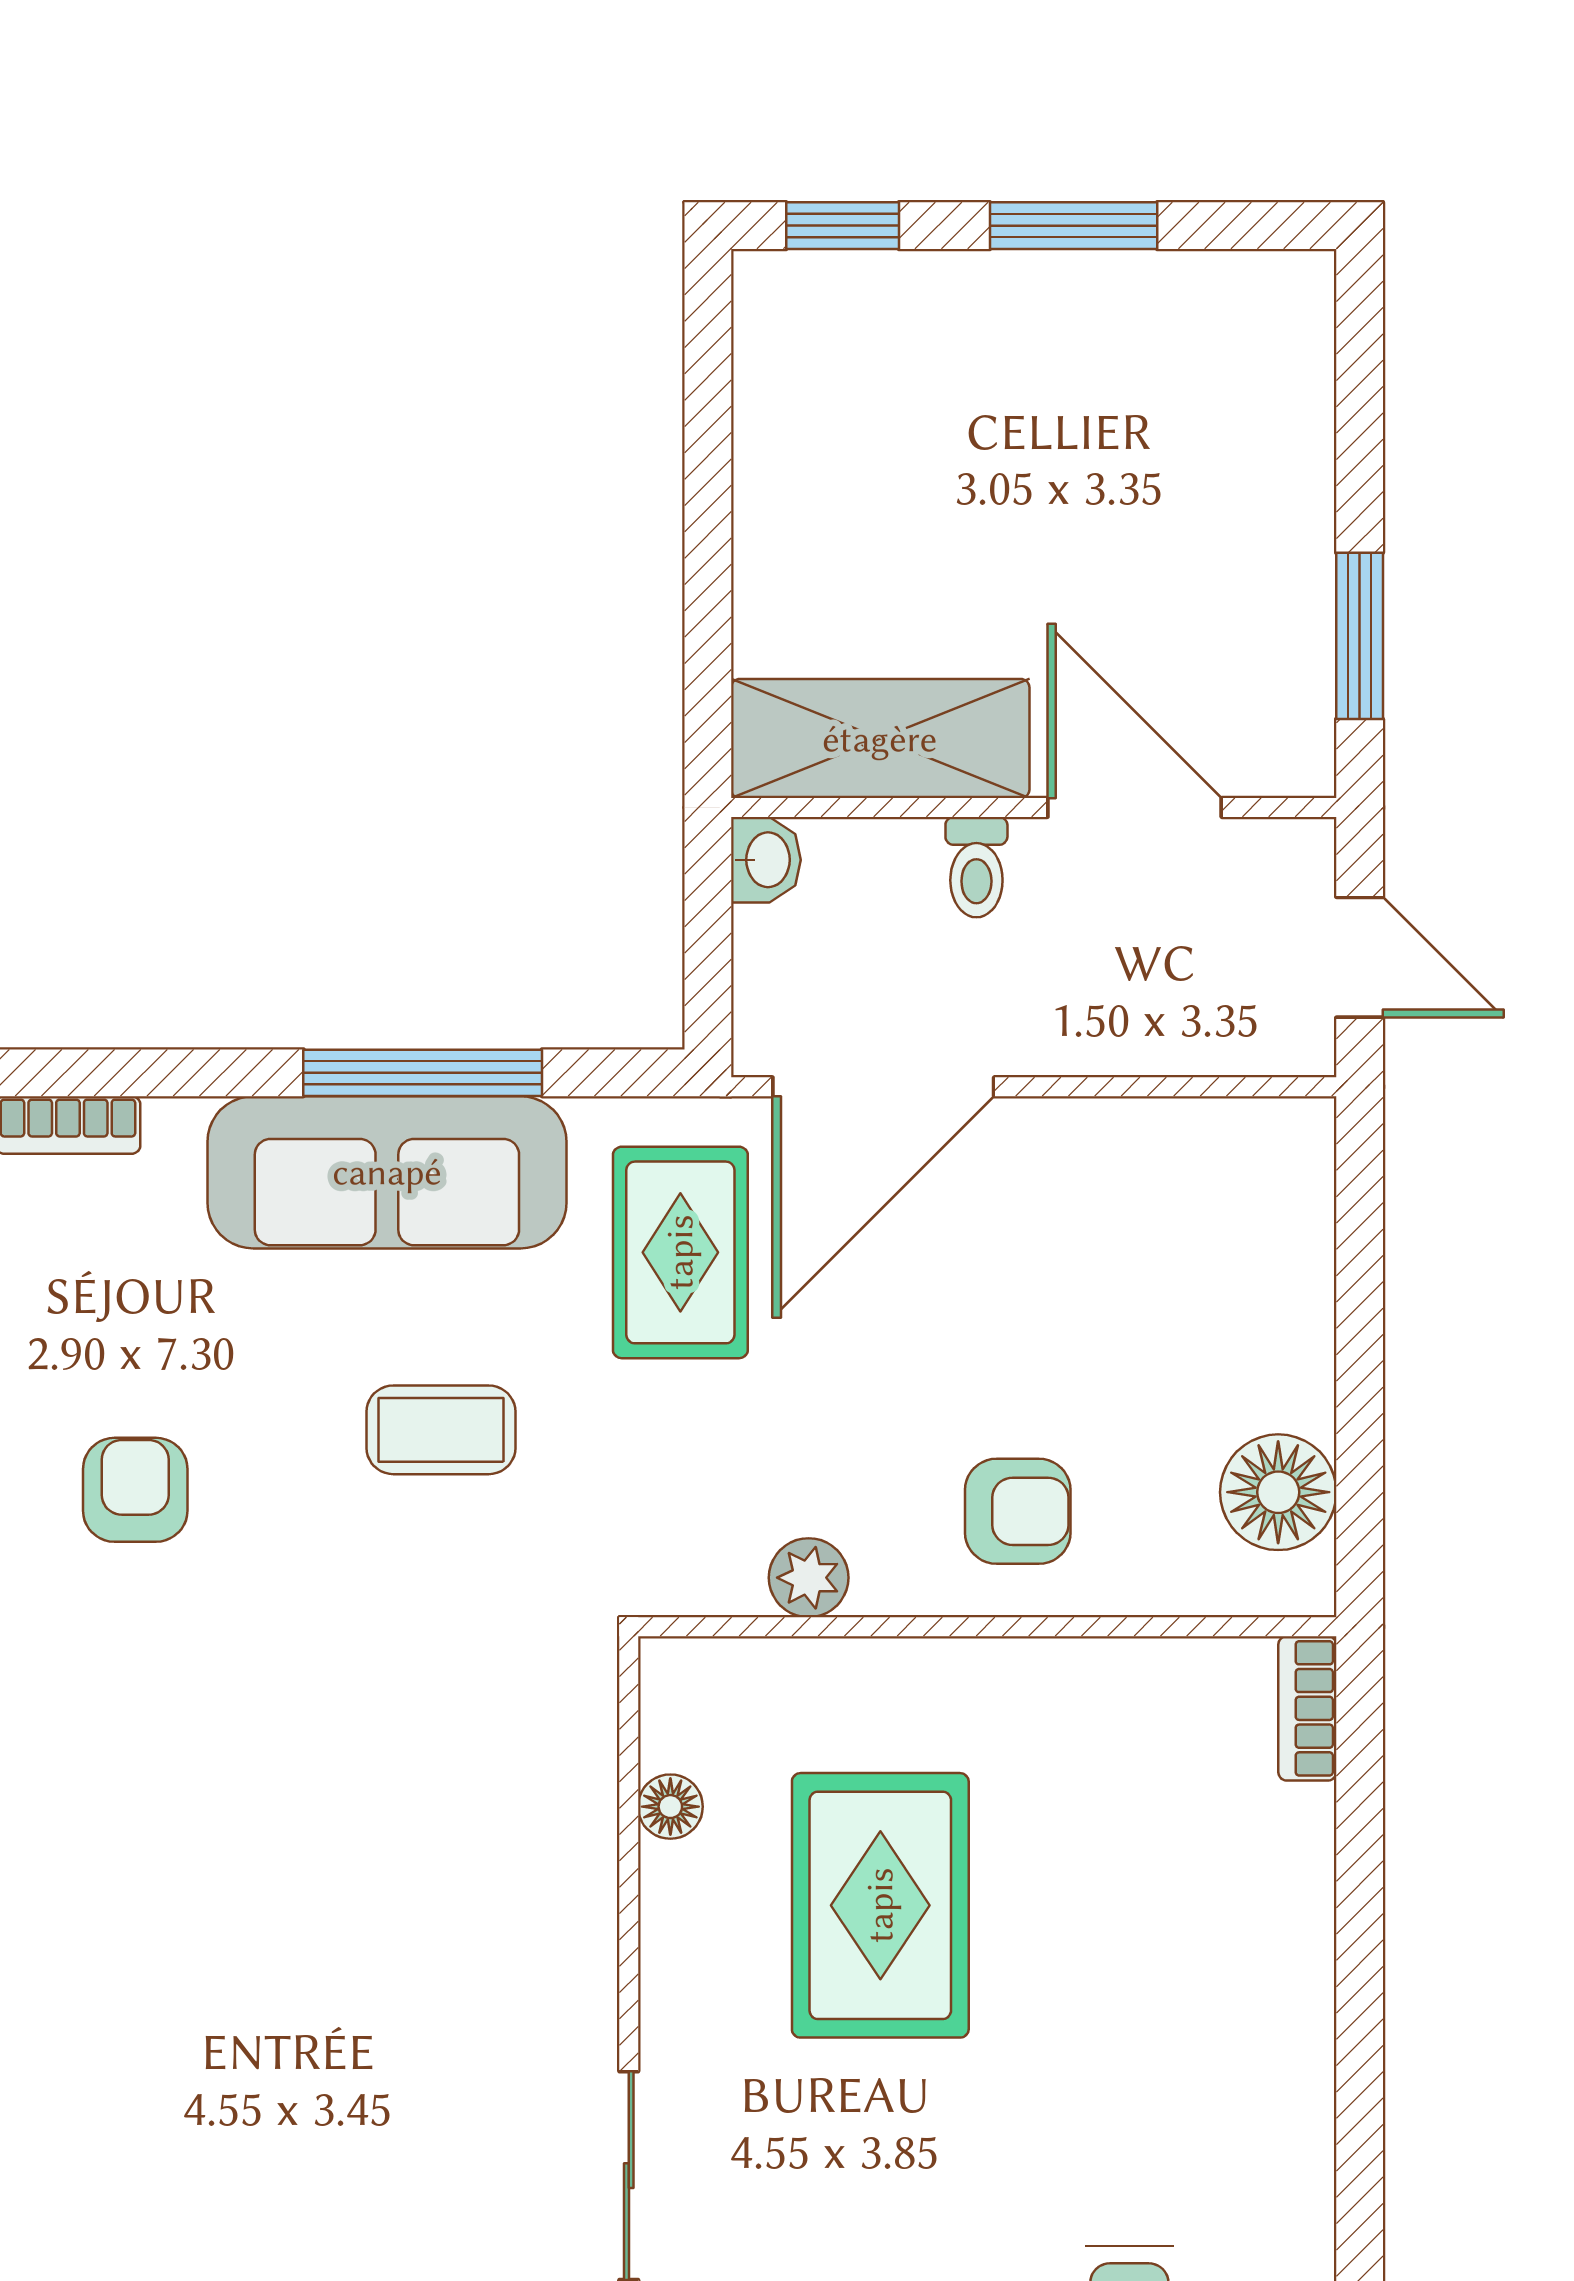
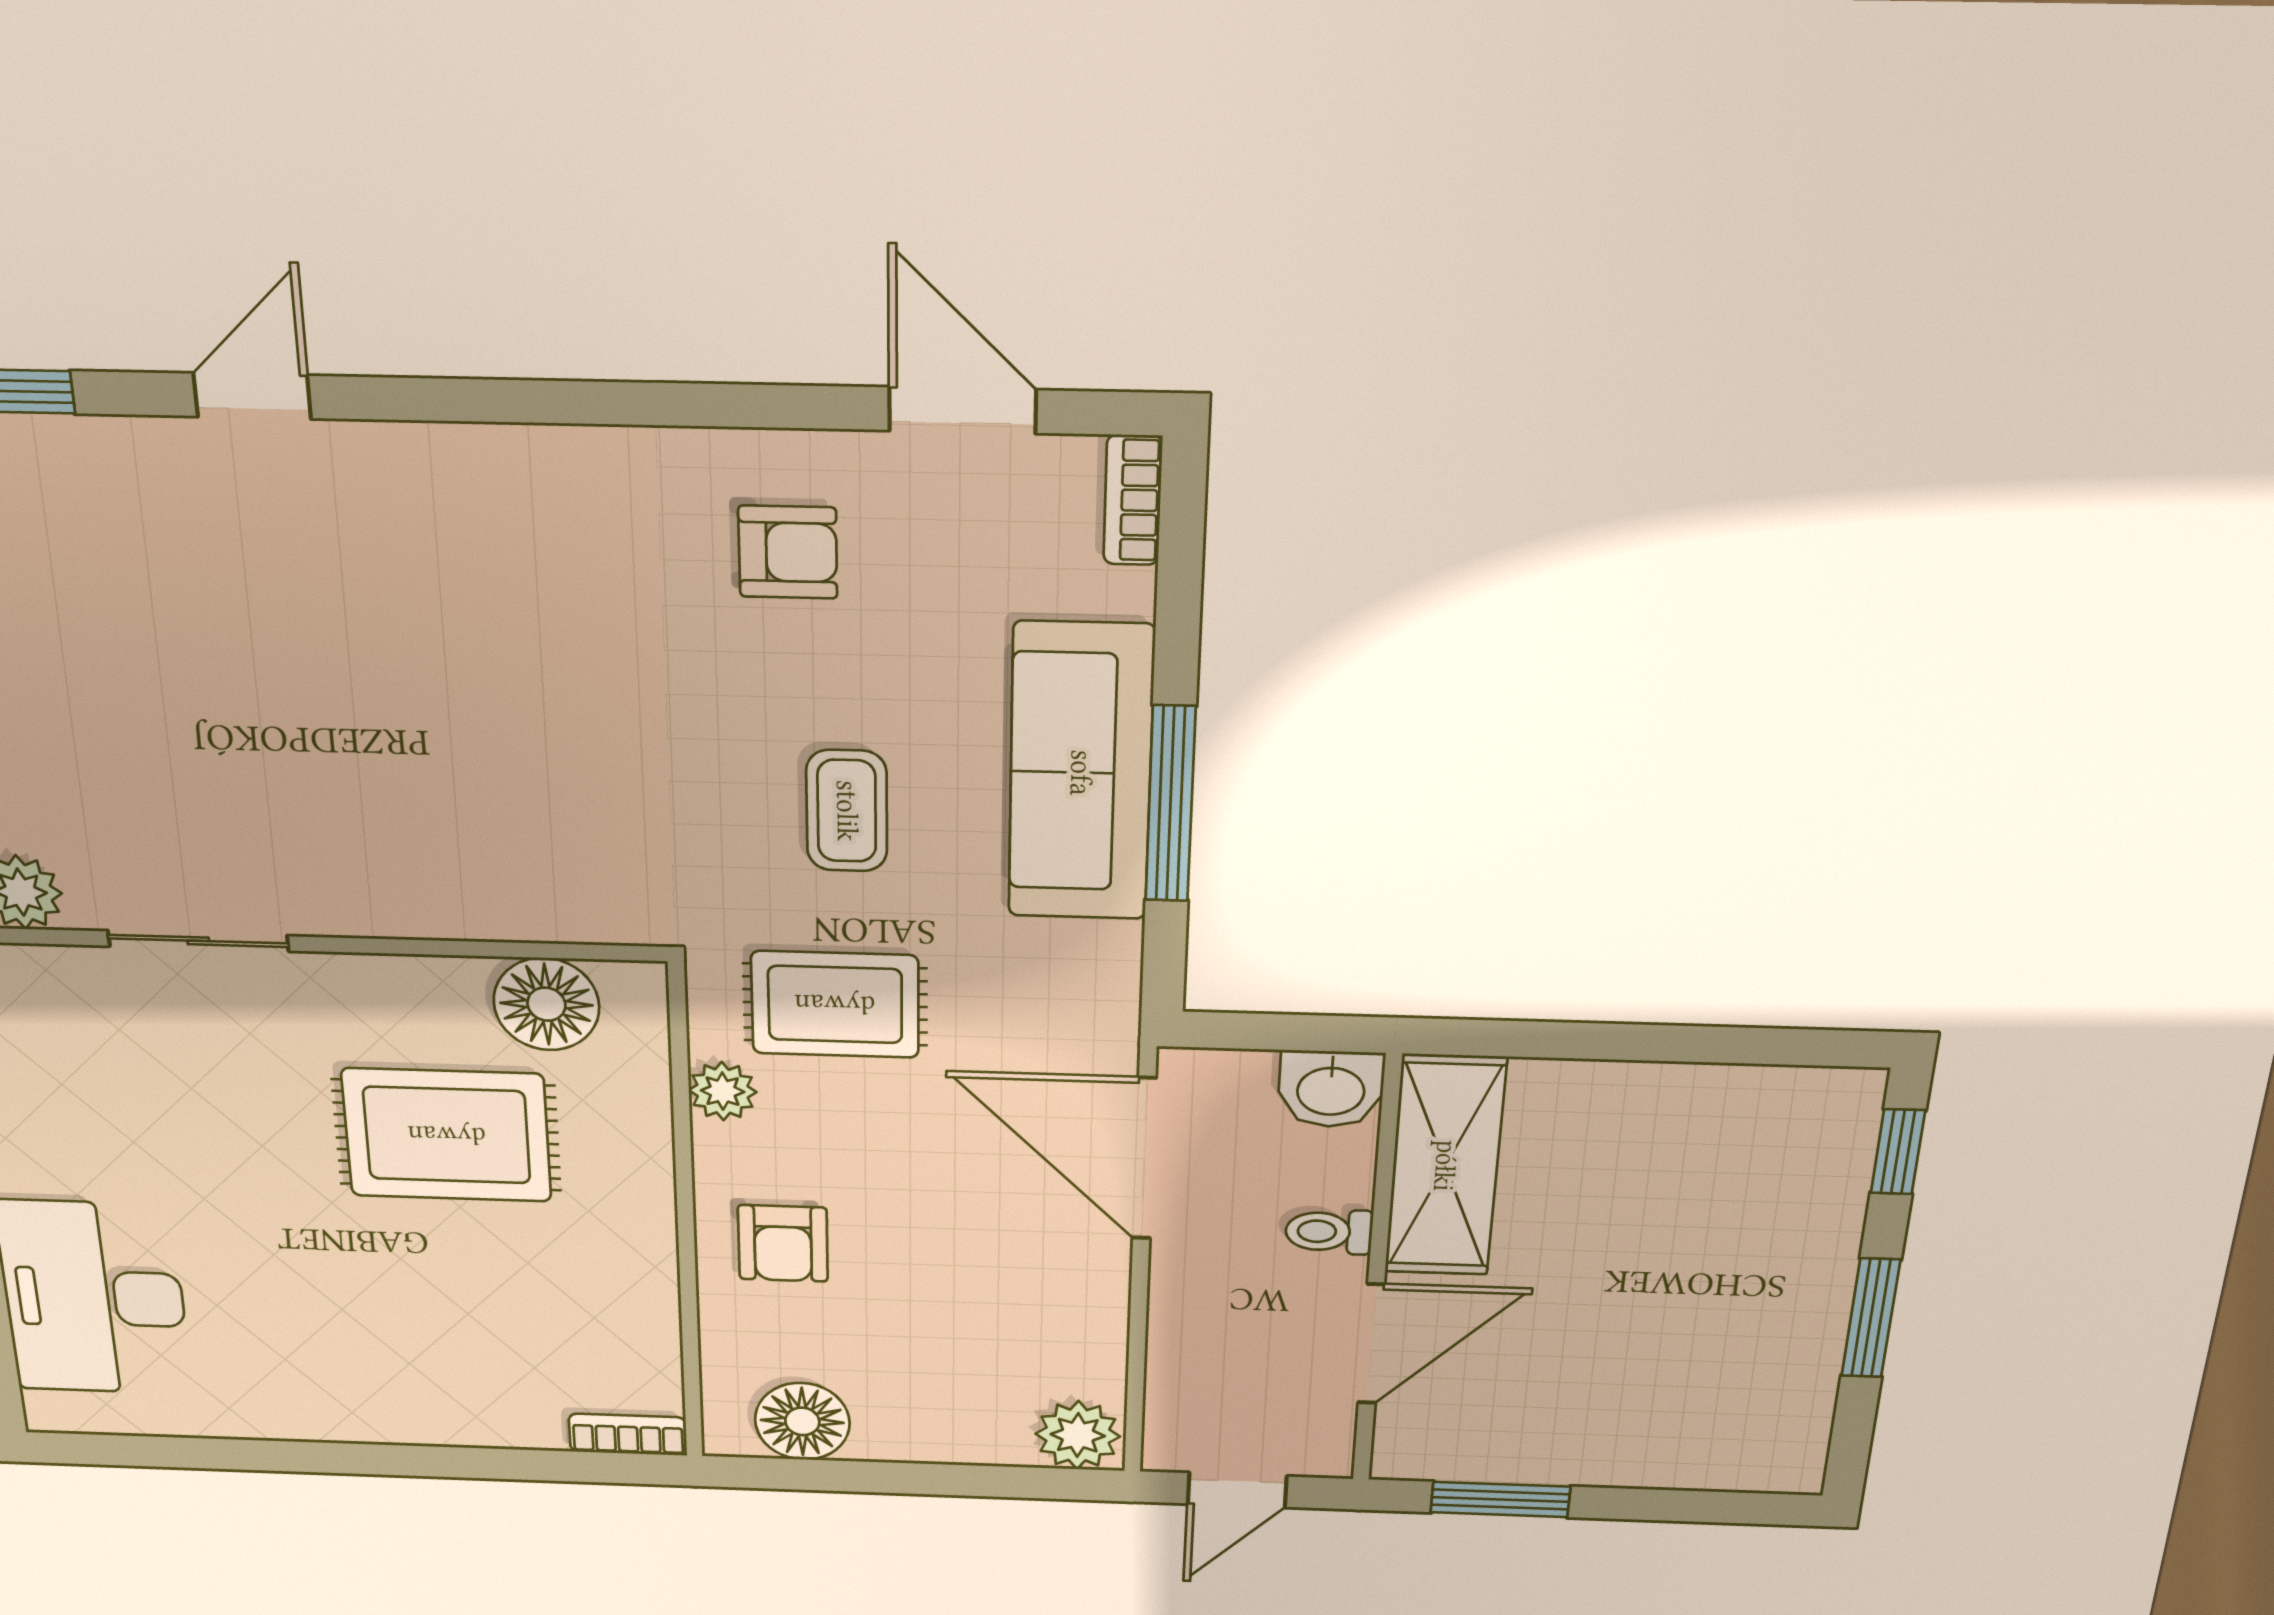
washbasin: (766, 860) -> (1331, 1089), width x1.38, depth x1.45
plant: (1284, 1155) -> (1078, 1435), added
rug: (680, 1252) -> (835, 1004), moved
floor lamp: (670, 1807) -> (546, 1004), width x1.89, depth x1.89

